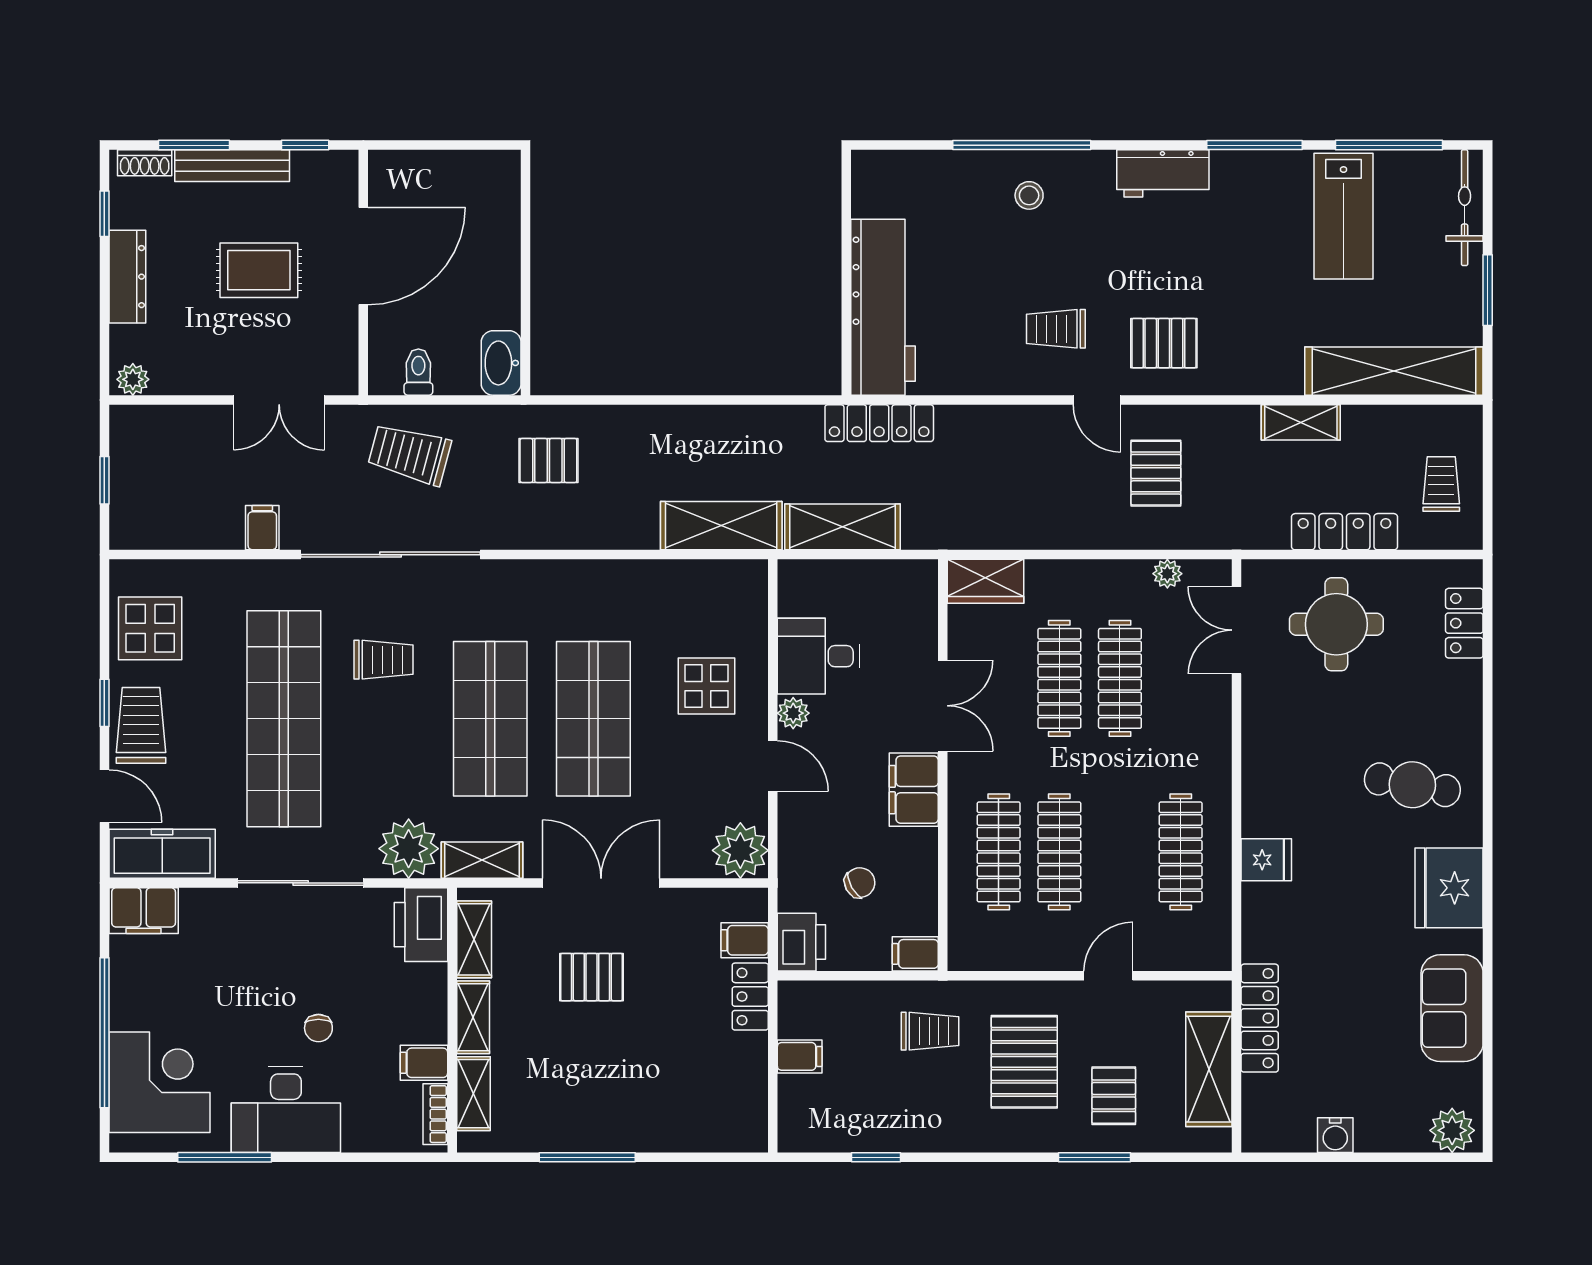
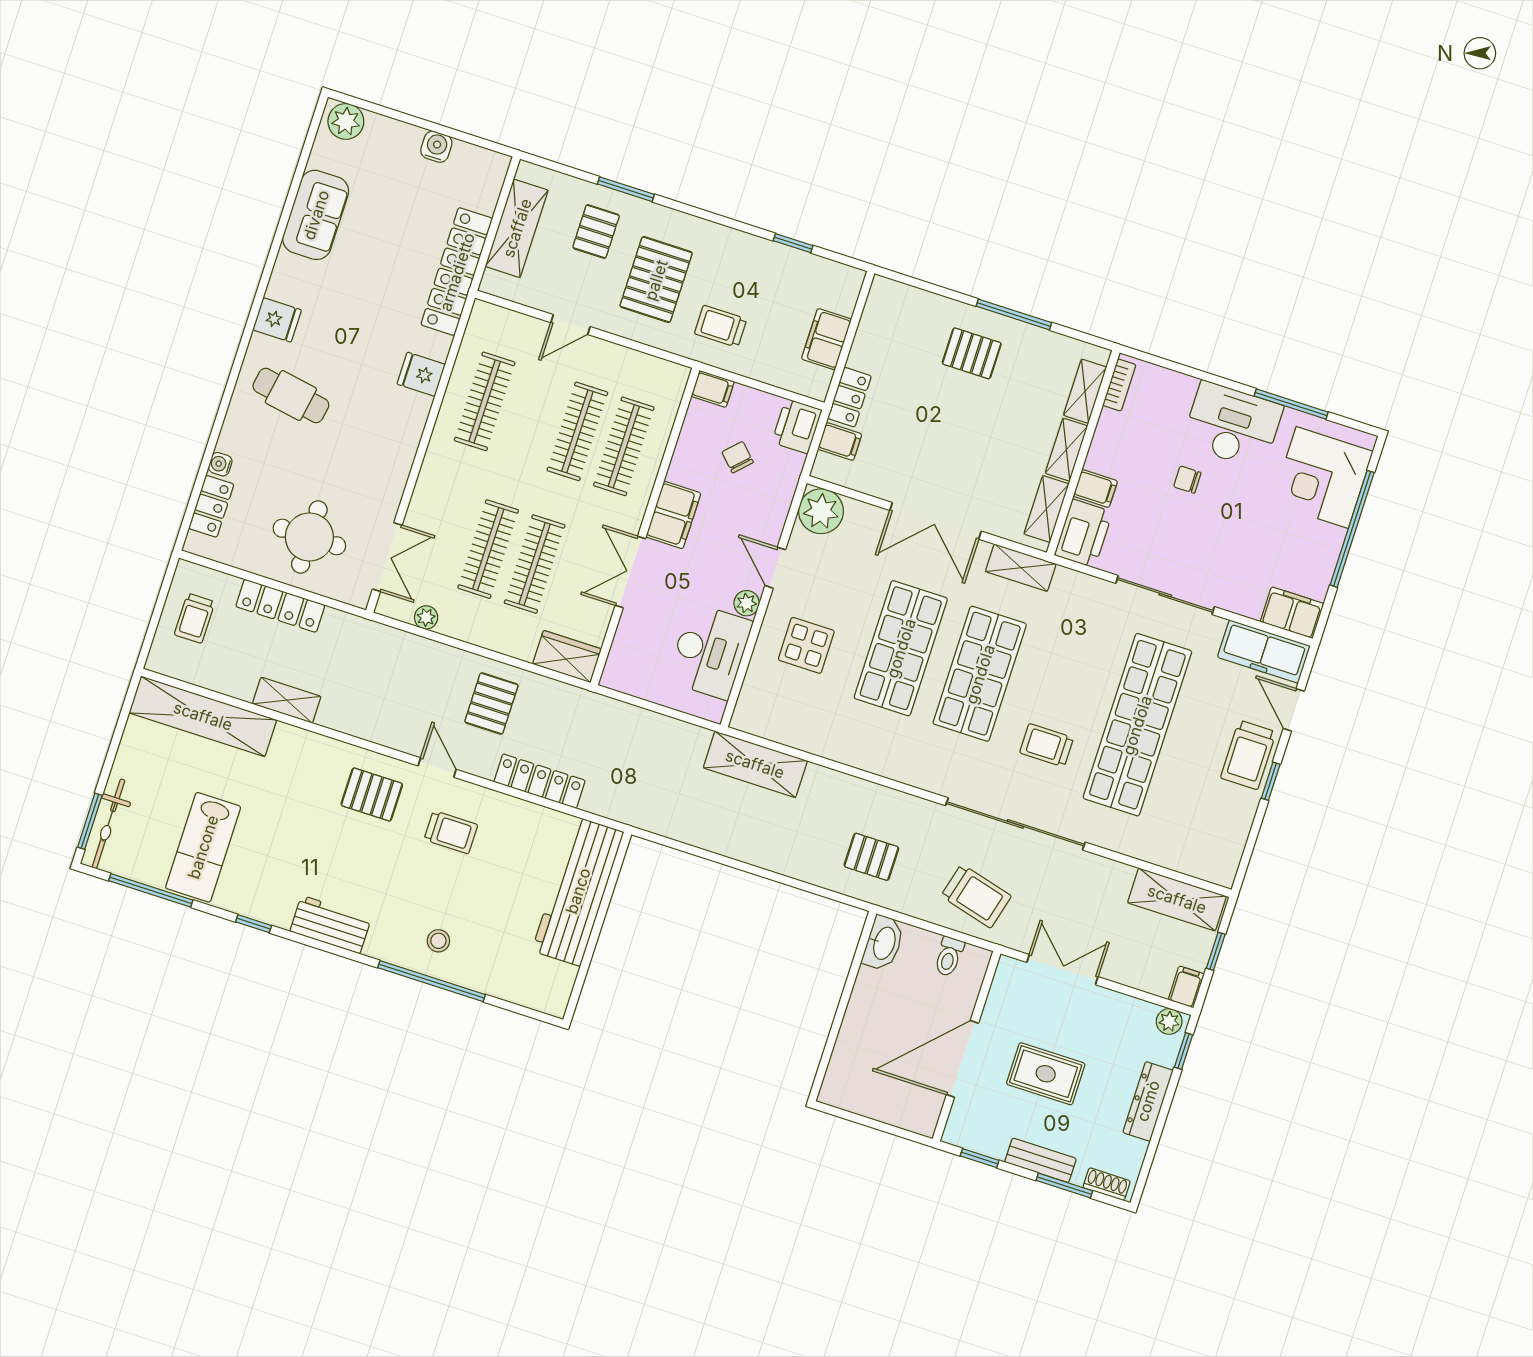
window: (1255, 145) -> (254, 924), width x0.46
bench: (232, 166) -> (1040, 1160), width x0.73
window: (104, 214) -> (1184, 1051), moved
lab bench: (1344, 216) -> (203, 847), turned 180
window: (1488, 290) -> (90, 821), moved
locker: (879, 423) -> (540, 781), moved
pallet: (1156, 473) -> (491, 703), moved
shelving: (842, 527) -> (1177, 899), moved
filing cabinet: (262, 528) -> (1186, 987), moved, turned 180
display table: (150, 628) -> (1217, 827), removed
desk: (819, 656) -> (710, 651), width x1.37
water cooler: (1470, 676) -> (220, 464), added
plant: (409, 849) -> (1074, 595), removed
chair: (860, 883) -> (738, 457), turned 74
fridge: (1449, 888) -> (277, 320), width x0.53, depth x0.75
pallet: (591, 977) -> (972, 353), moved
locker: (1260, 1018) -> (457, 272), width x1.41, depth x1.21
chair: (318, 1028) -> (1187, 480), turned -90
filing cabinet: (800, 1056) -> (826, 339), width x2.00
filing cabinet: (424, 1063) -> (1095, 488), moved

